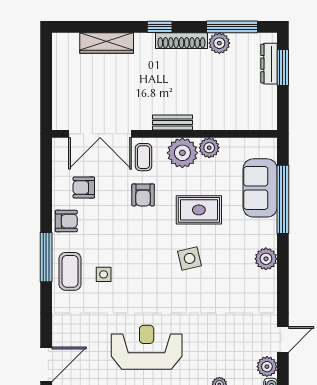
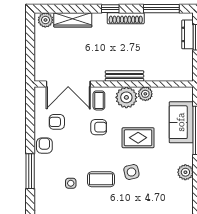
plant: (219, 43) -> (45, 20), moved
bench: (172, 122) -> (124, 76), width x1.36
armchair: (143, 195) -> (99, 127), turned -90
armchair: (66, 221) -> (44, 146), turned -90
coffee table: (70, 271) -> (101, 179), moved, turned 90

